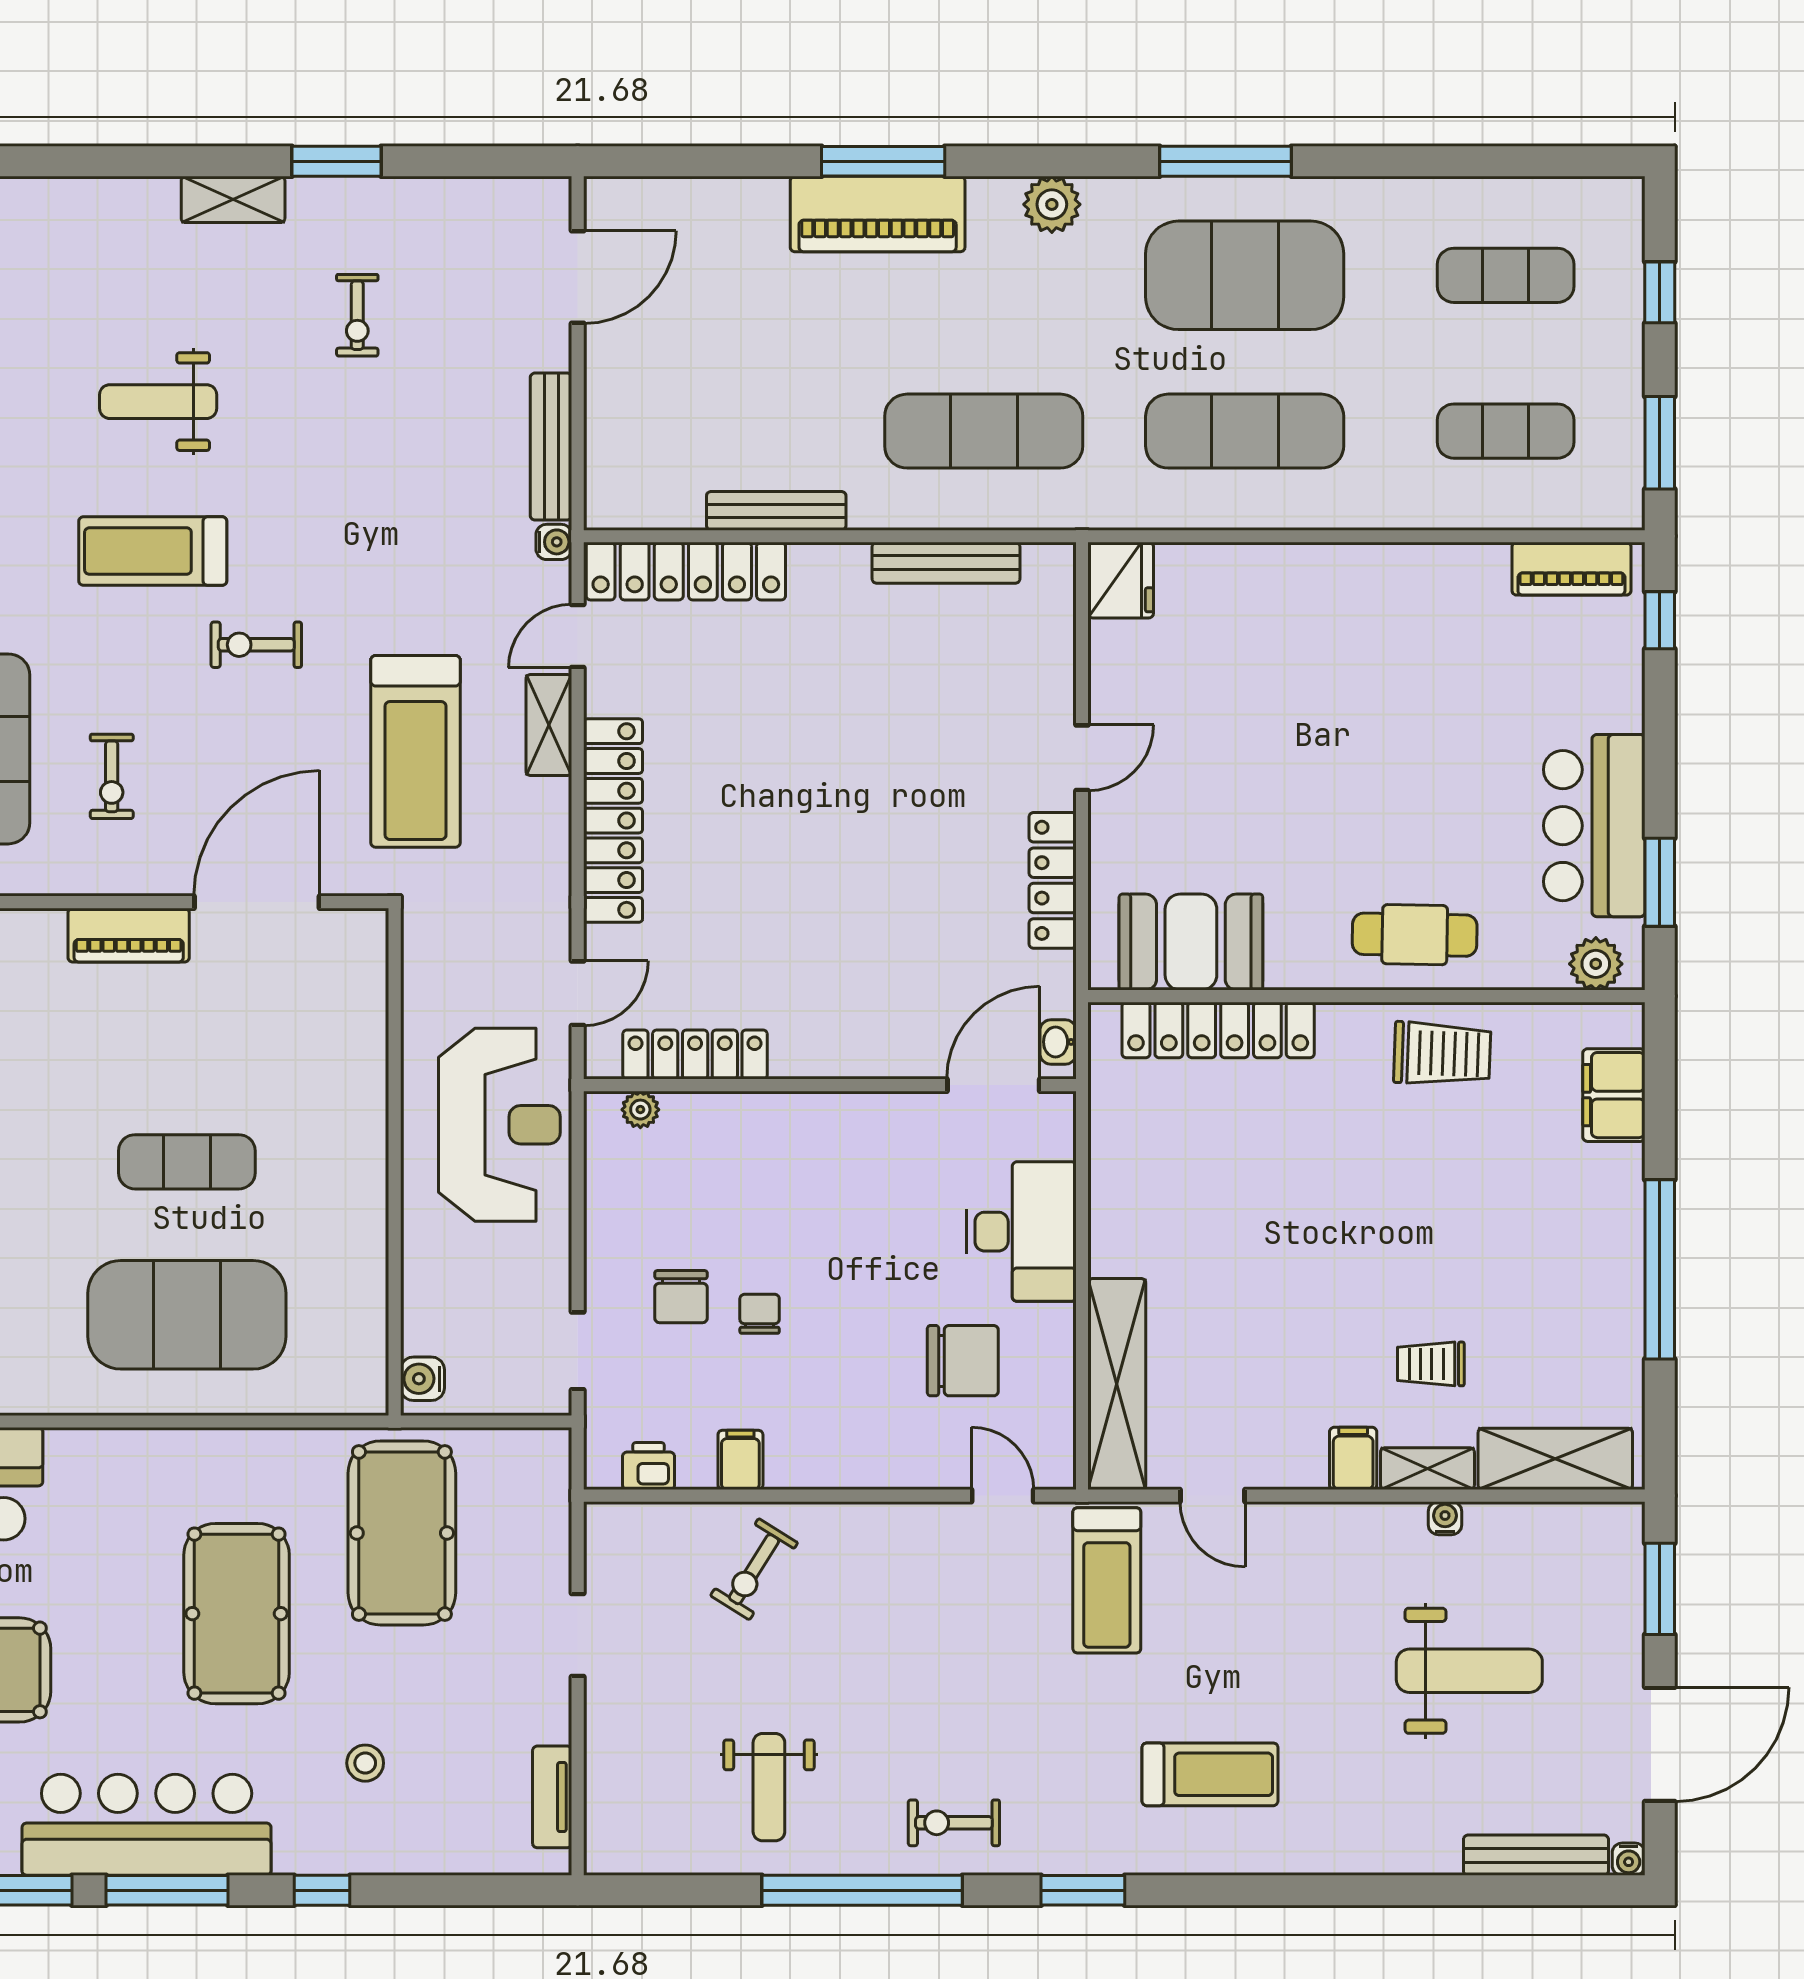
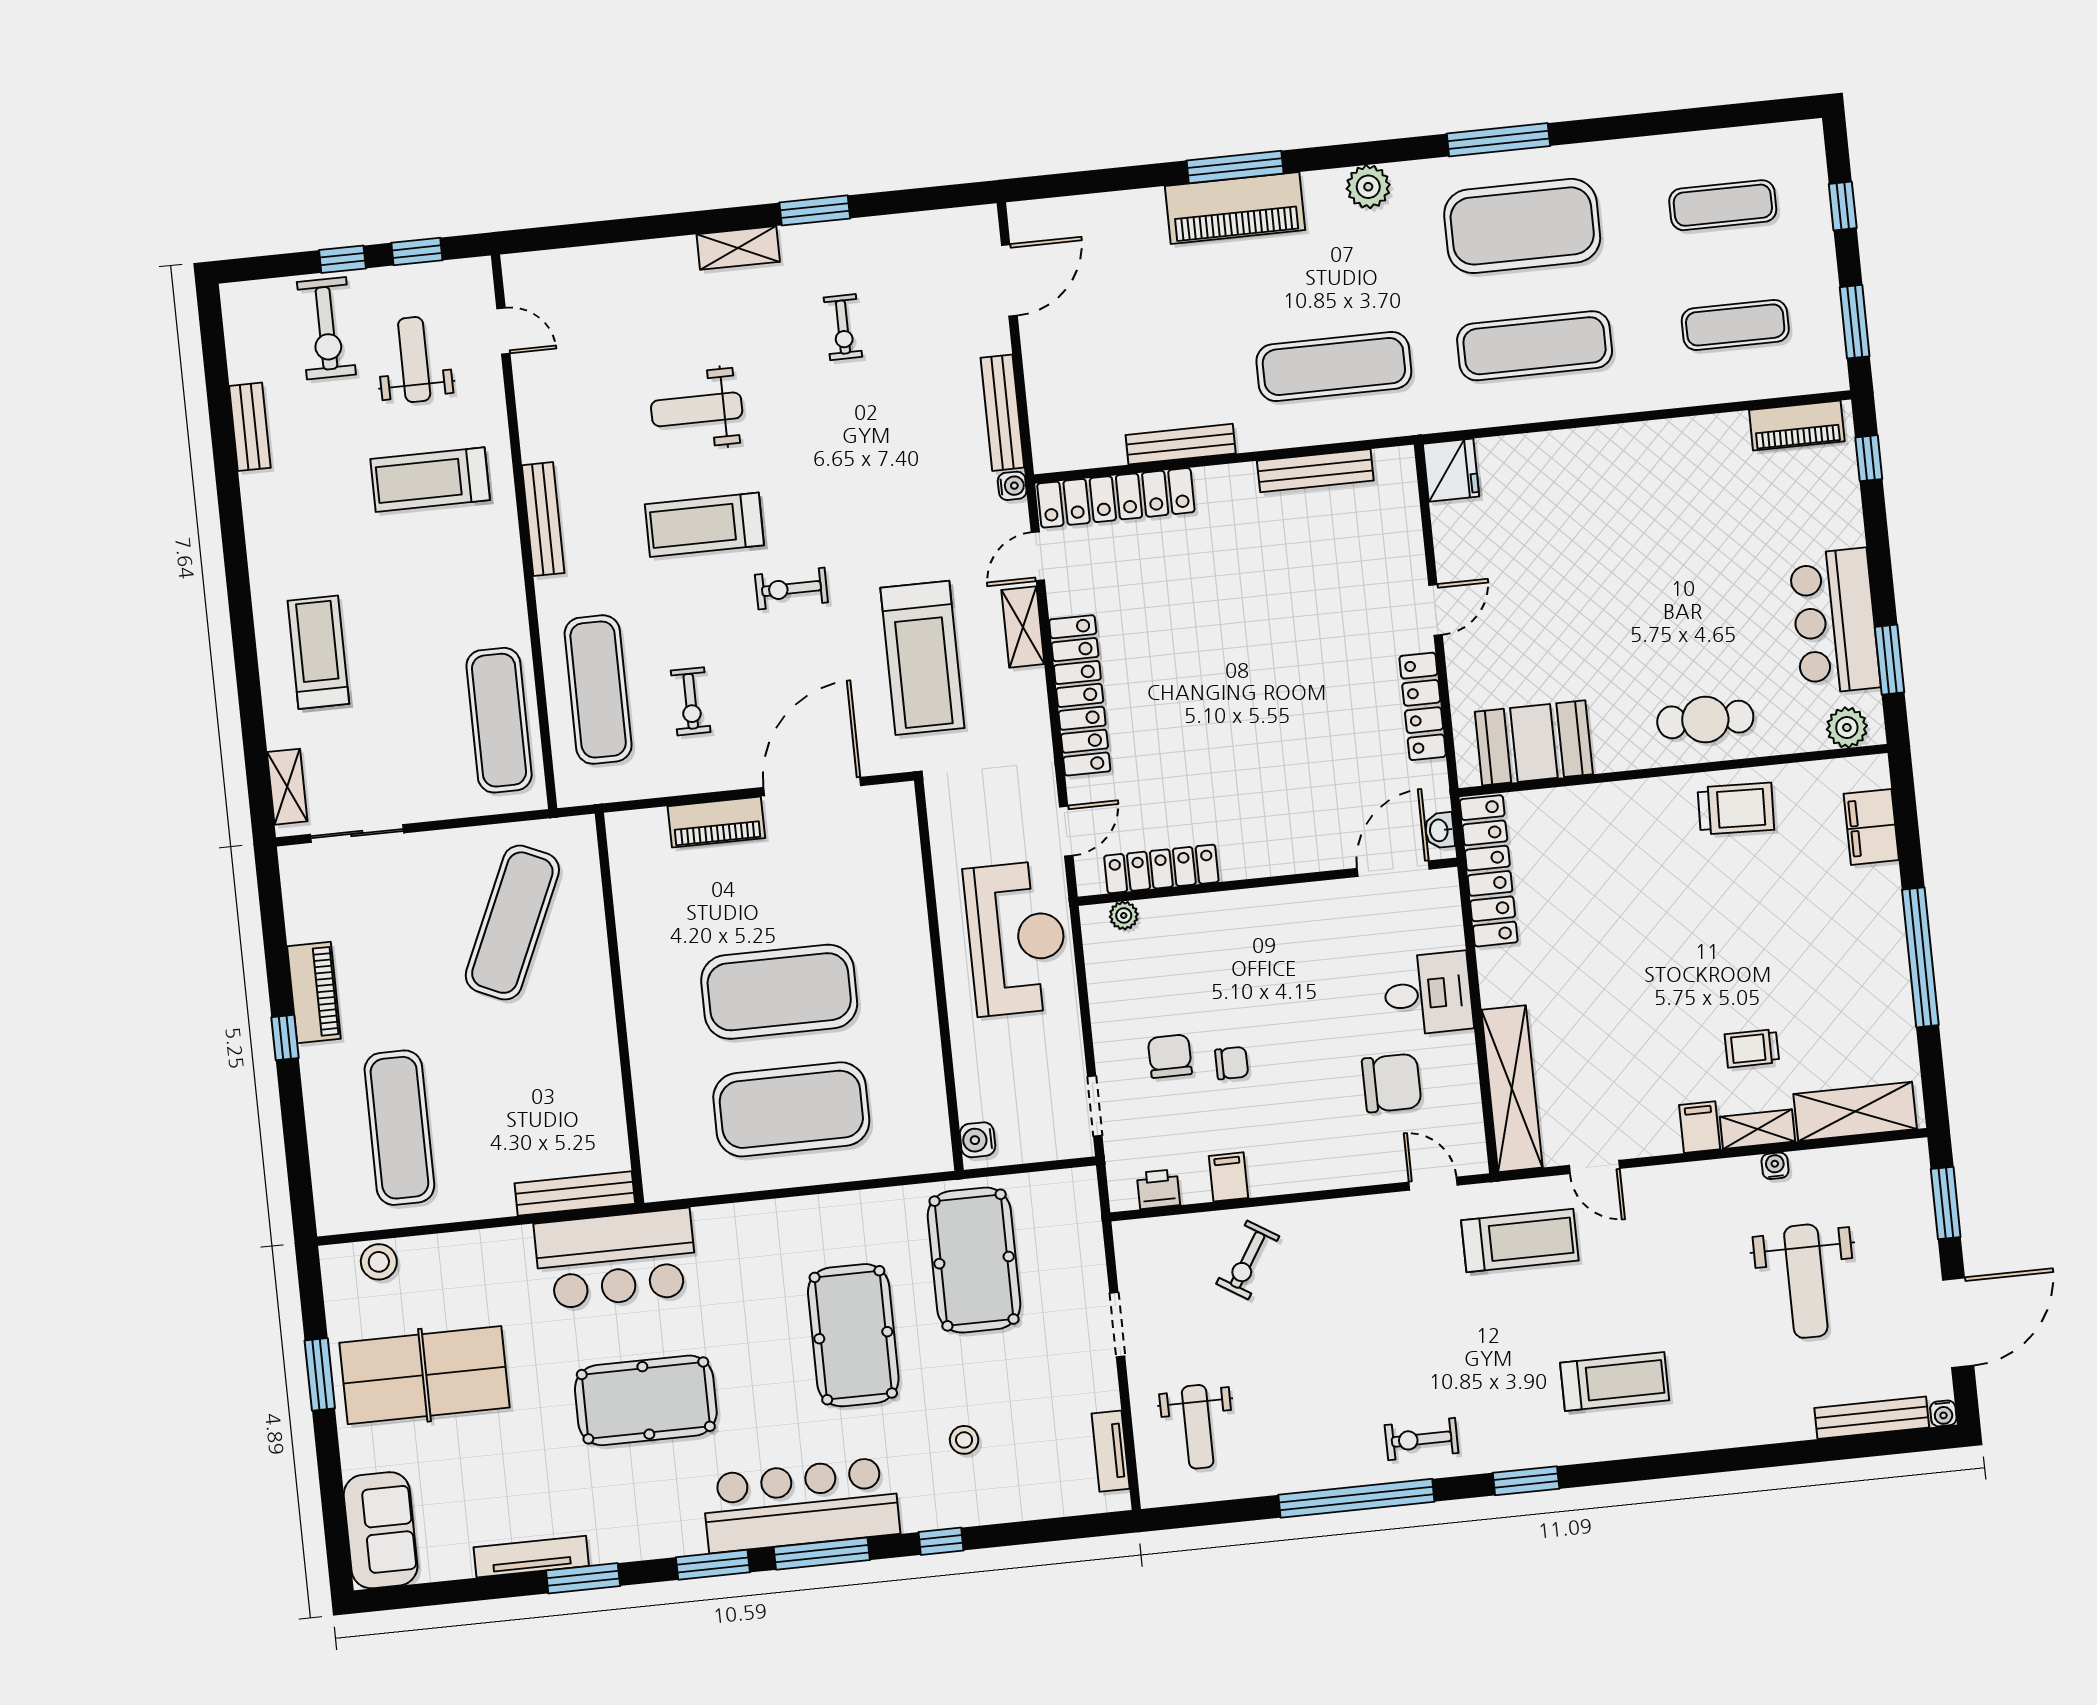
locker: (1218, 1030) -> (1489, 871), moved, turned -90
exercise mat: (187, 1162) -> (779, 992), width x2.00, depth x1.45
desk: (1021, 1232) -> (1428, 994), width x0.73
chair: (681, 1297) -> (1170, 1056), turned 180
chair: (760, 1314) -> (1232, 1063), turned 90
treadmill: (1107, 1580) -> (1520, 1240), turned -90
weight bench: (1469, 1671) -> (1806, 1281), turned 90
weight bench: (769, 1787) -> (1198, 1427), moved

